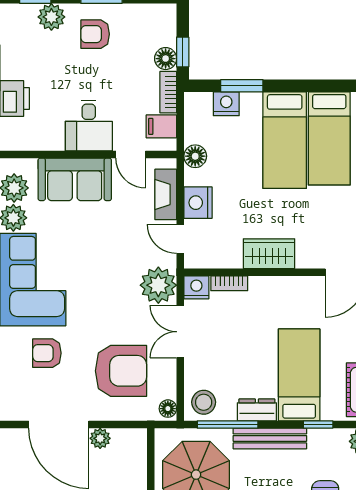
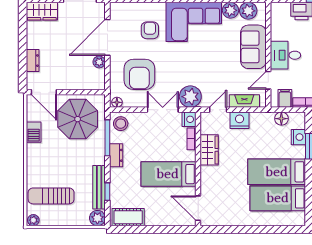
floor lamp: (195, 156) -> (281, 119), moved
wardrobe: (269, 254) -> (209, 150), moved
bed: (299, 375) -> (168, 174), moved, turned 180
bench: (270, 438) -> (99, 187), moved

